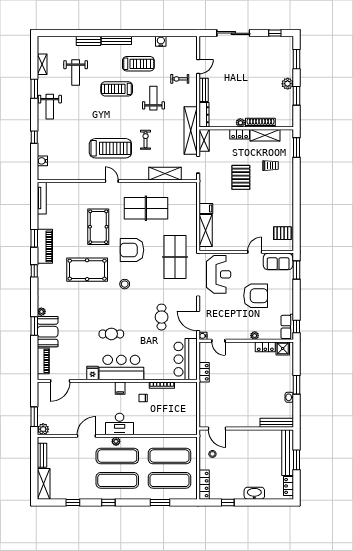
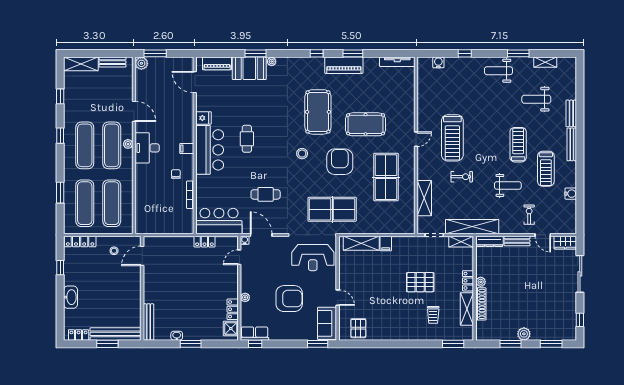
wardrobe: (205, 46) -> (565, 243), added
armchair: (256, 296) -> (289, 299), turned -90
door: (198, 321) -> (261, 235), hinge flipped

